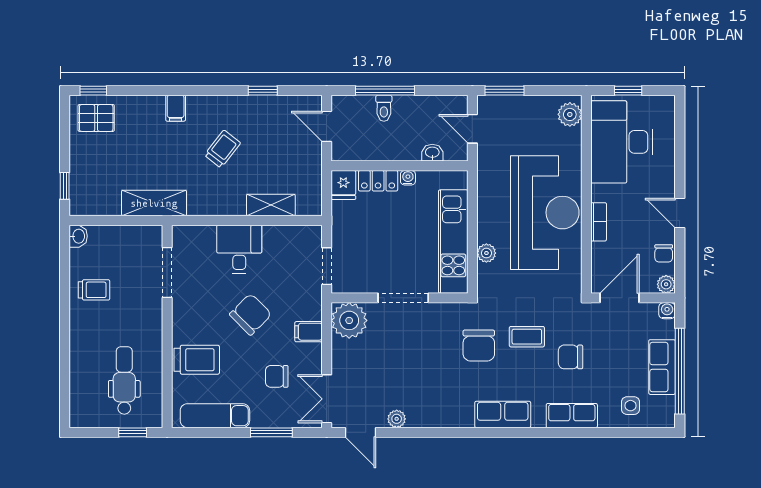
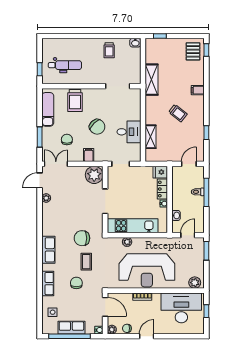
desk: (239, 249) -> (129, 132), moved

